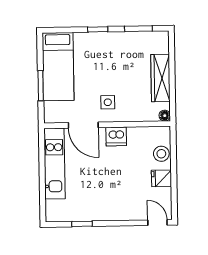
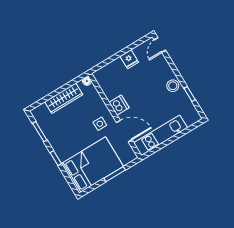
bed: (58, 67) -> (92, 165), width x1.50
door: (83, 125) -> (124, 131), hinge flipped
stool: (161, 154) -> (173, 86), moved

